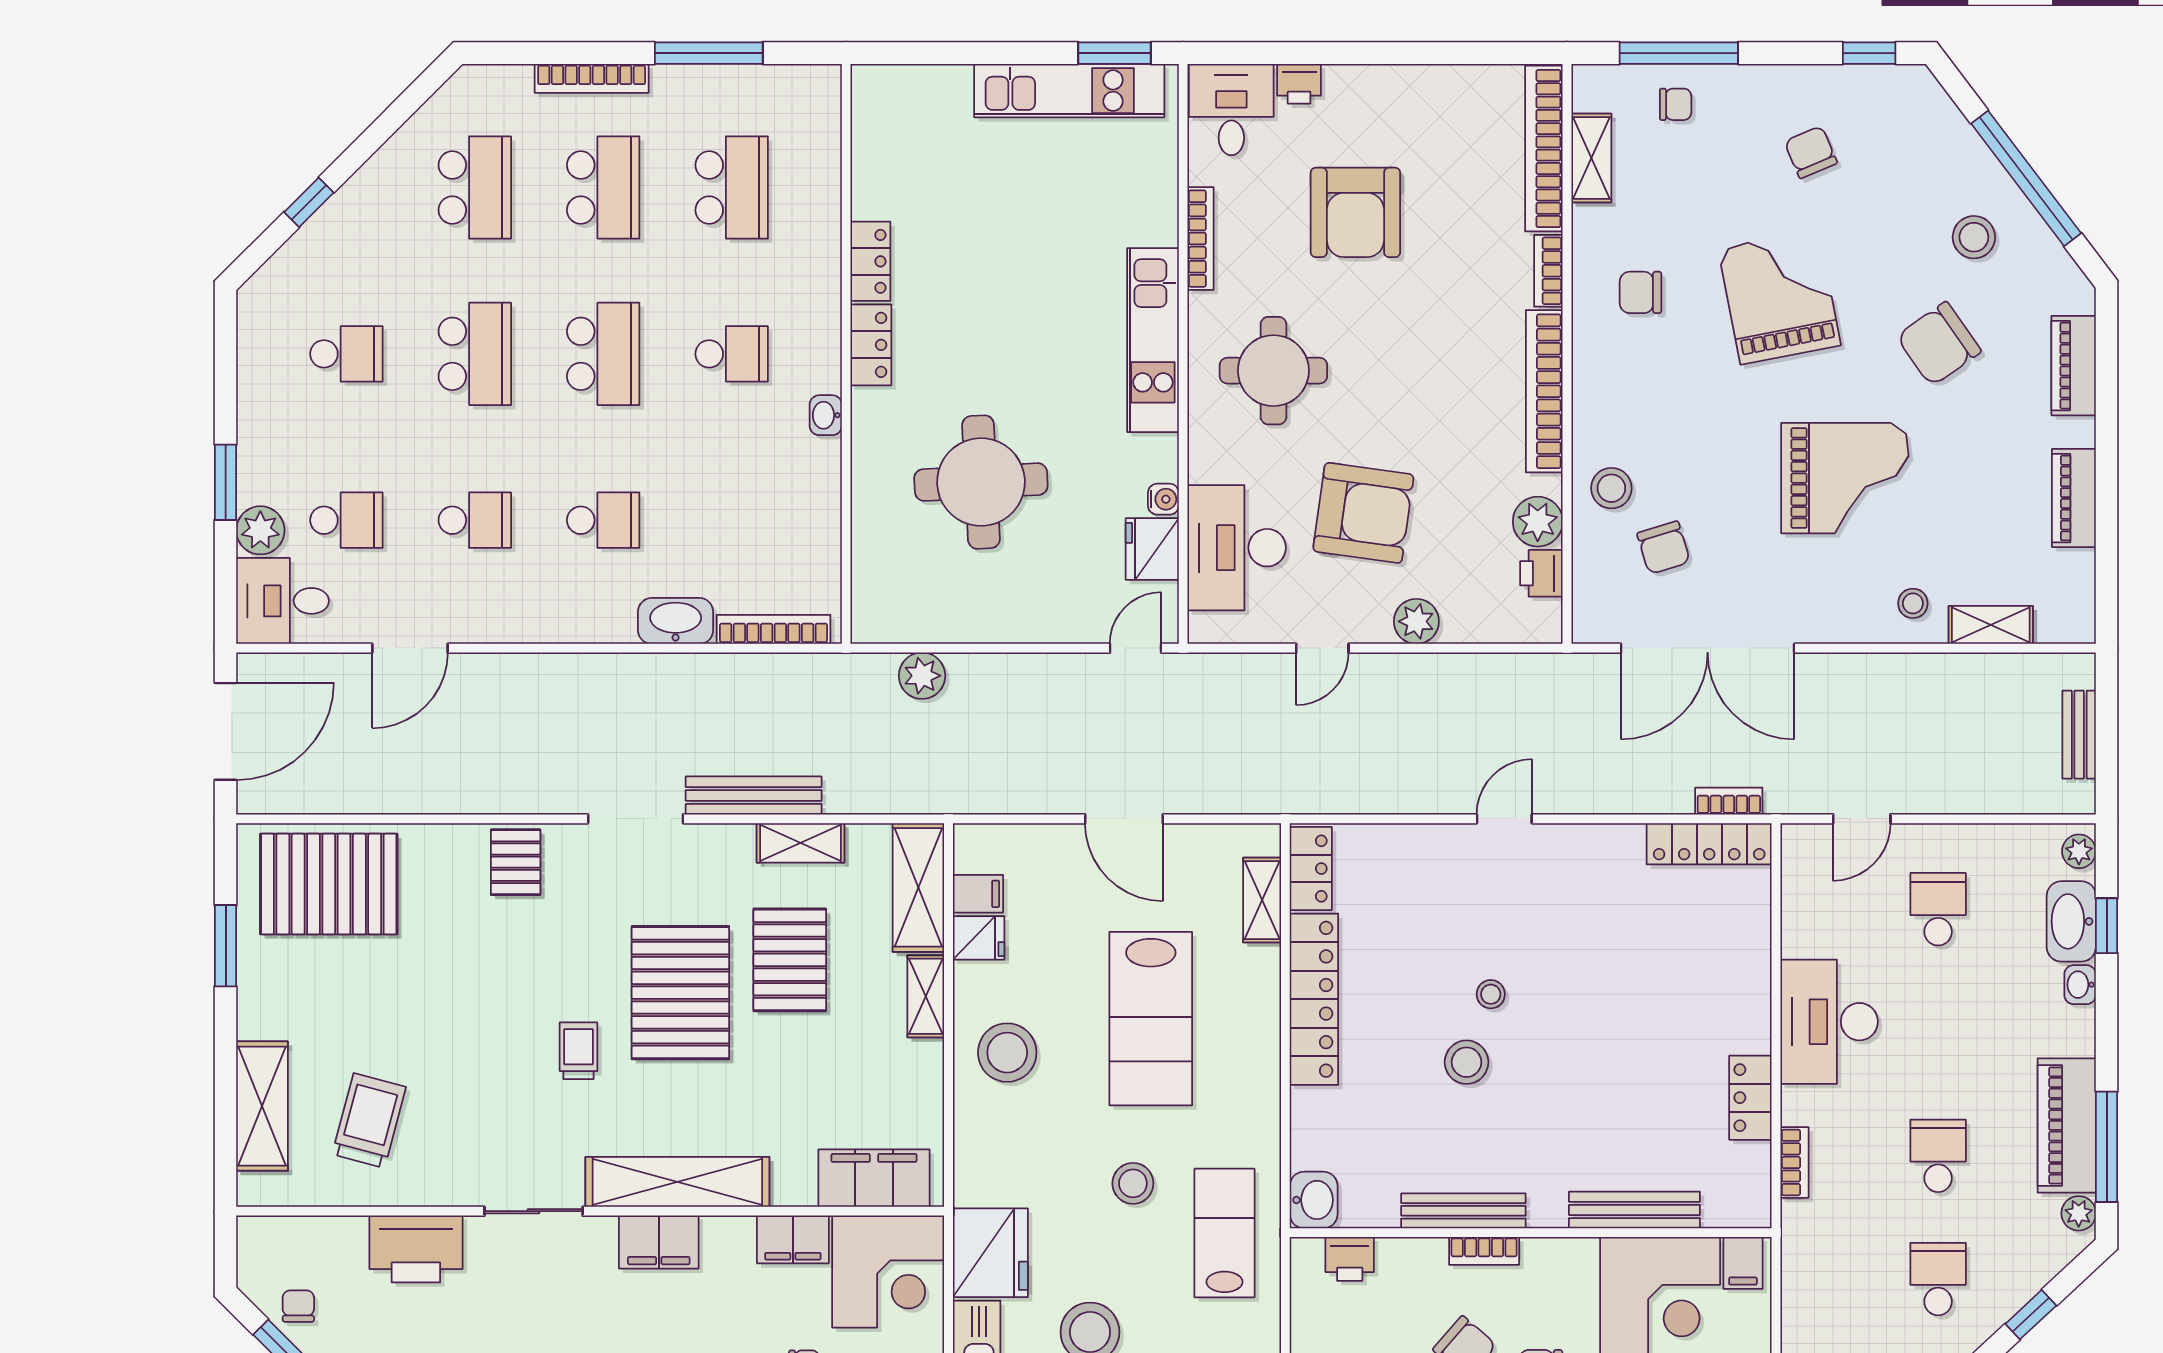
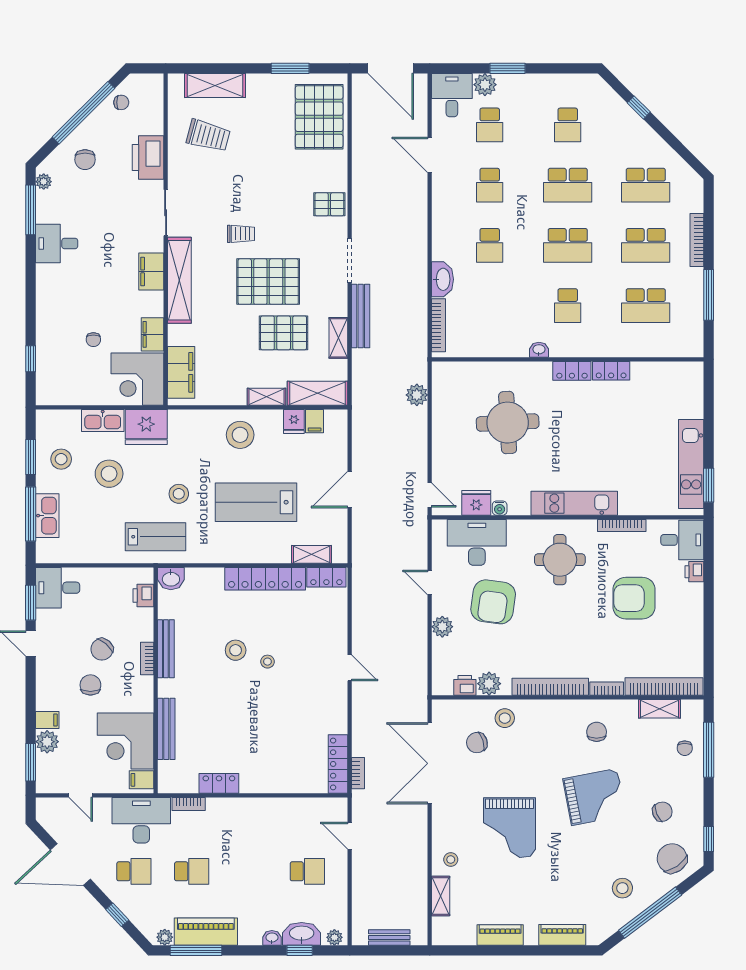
chair: (1939, 344) -> (672, 858), moved
desk: (1829, 1022) -> (141, 820), moved

